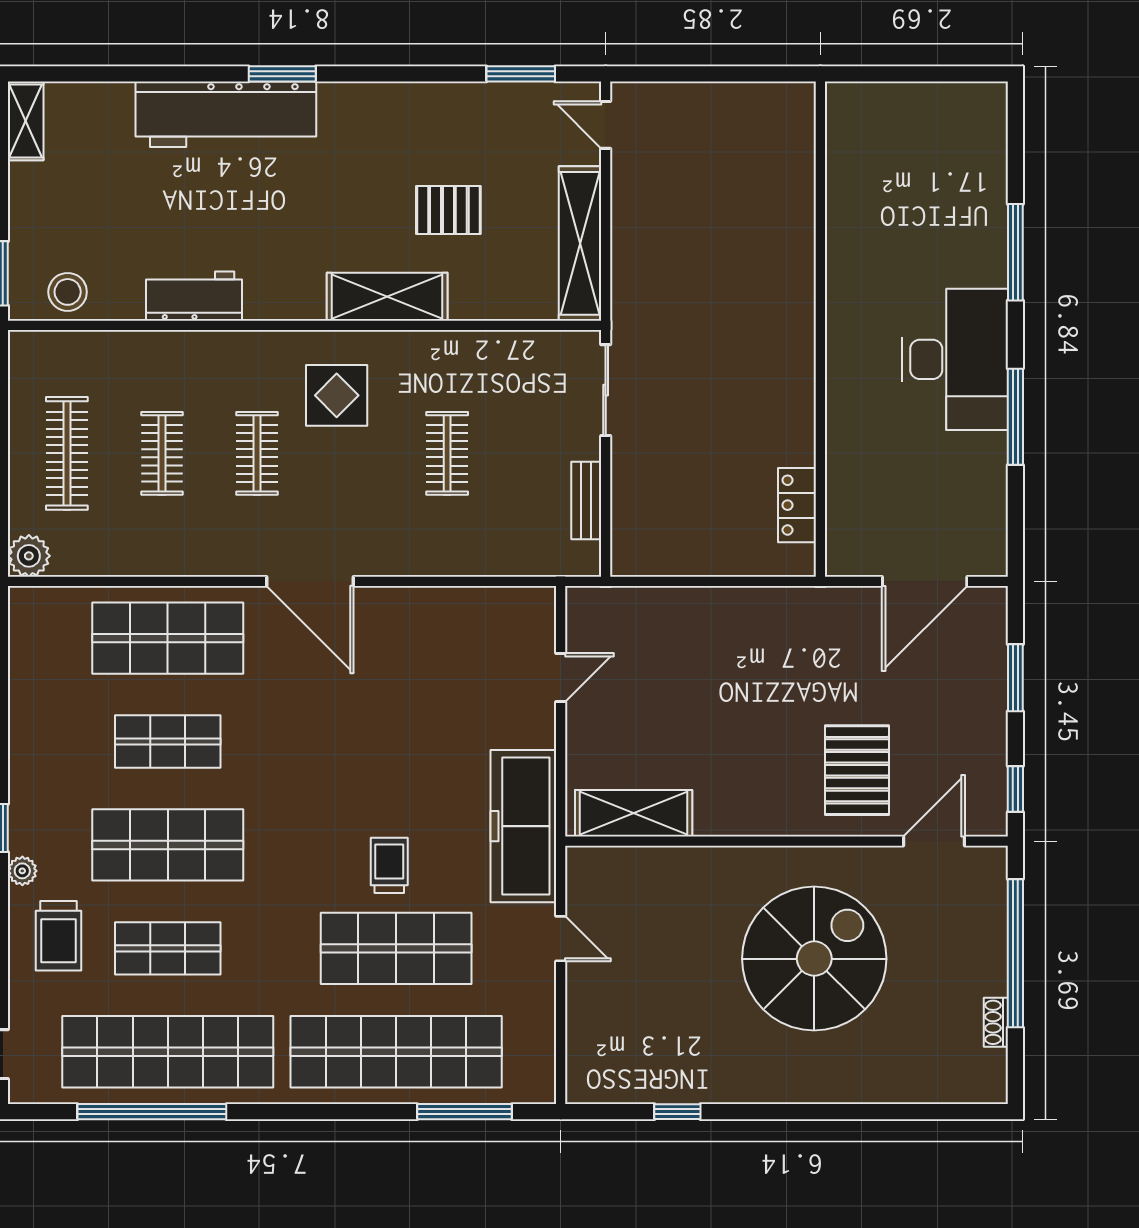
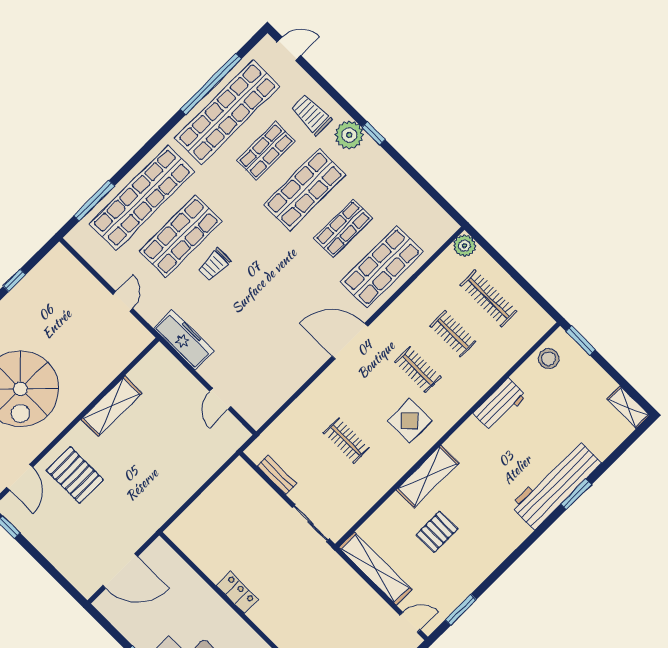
window: (282, 74) -> (576, 494), moved
locker: (797, 505) -> (237, 593), moved
door: (925, 581) -> (120, 571), swing flipped
window: (1015, 678) -> (50, 569), removed
shelving: (634, 813) -> (112, 406), moved
freezer: (523, 826) -> (184, 340), width x0.73, depth x0.79
trolley: (389, 865) -> (214, 265), turned 90
plant: (22, 871) -> (349, 135), width x1.88, depth x1.88
door: (561, 939) -> (123, 301), swing flipped

